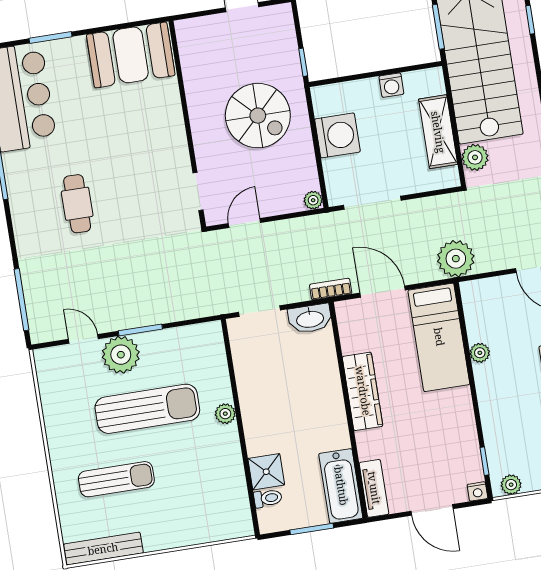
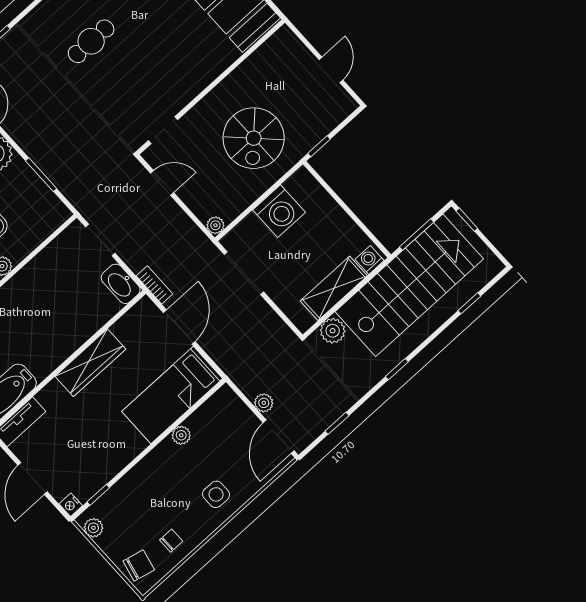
washing machine: (391, 85) -> (370, 260), moved, turned 90
plant: (456, 259) -> (264, 403), moved, width x0.53, depth x0.53
window: (140, 330) -> (41, 175), moved

